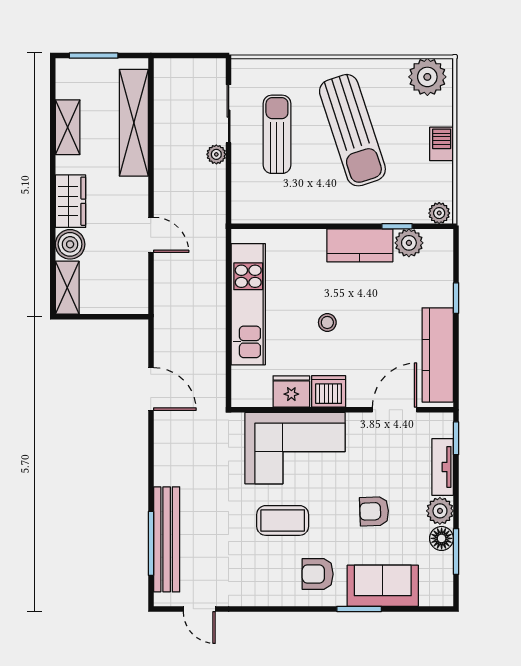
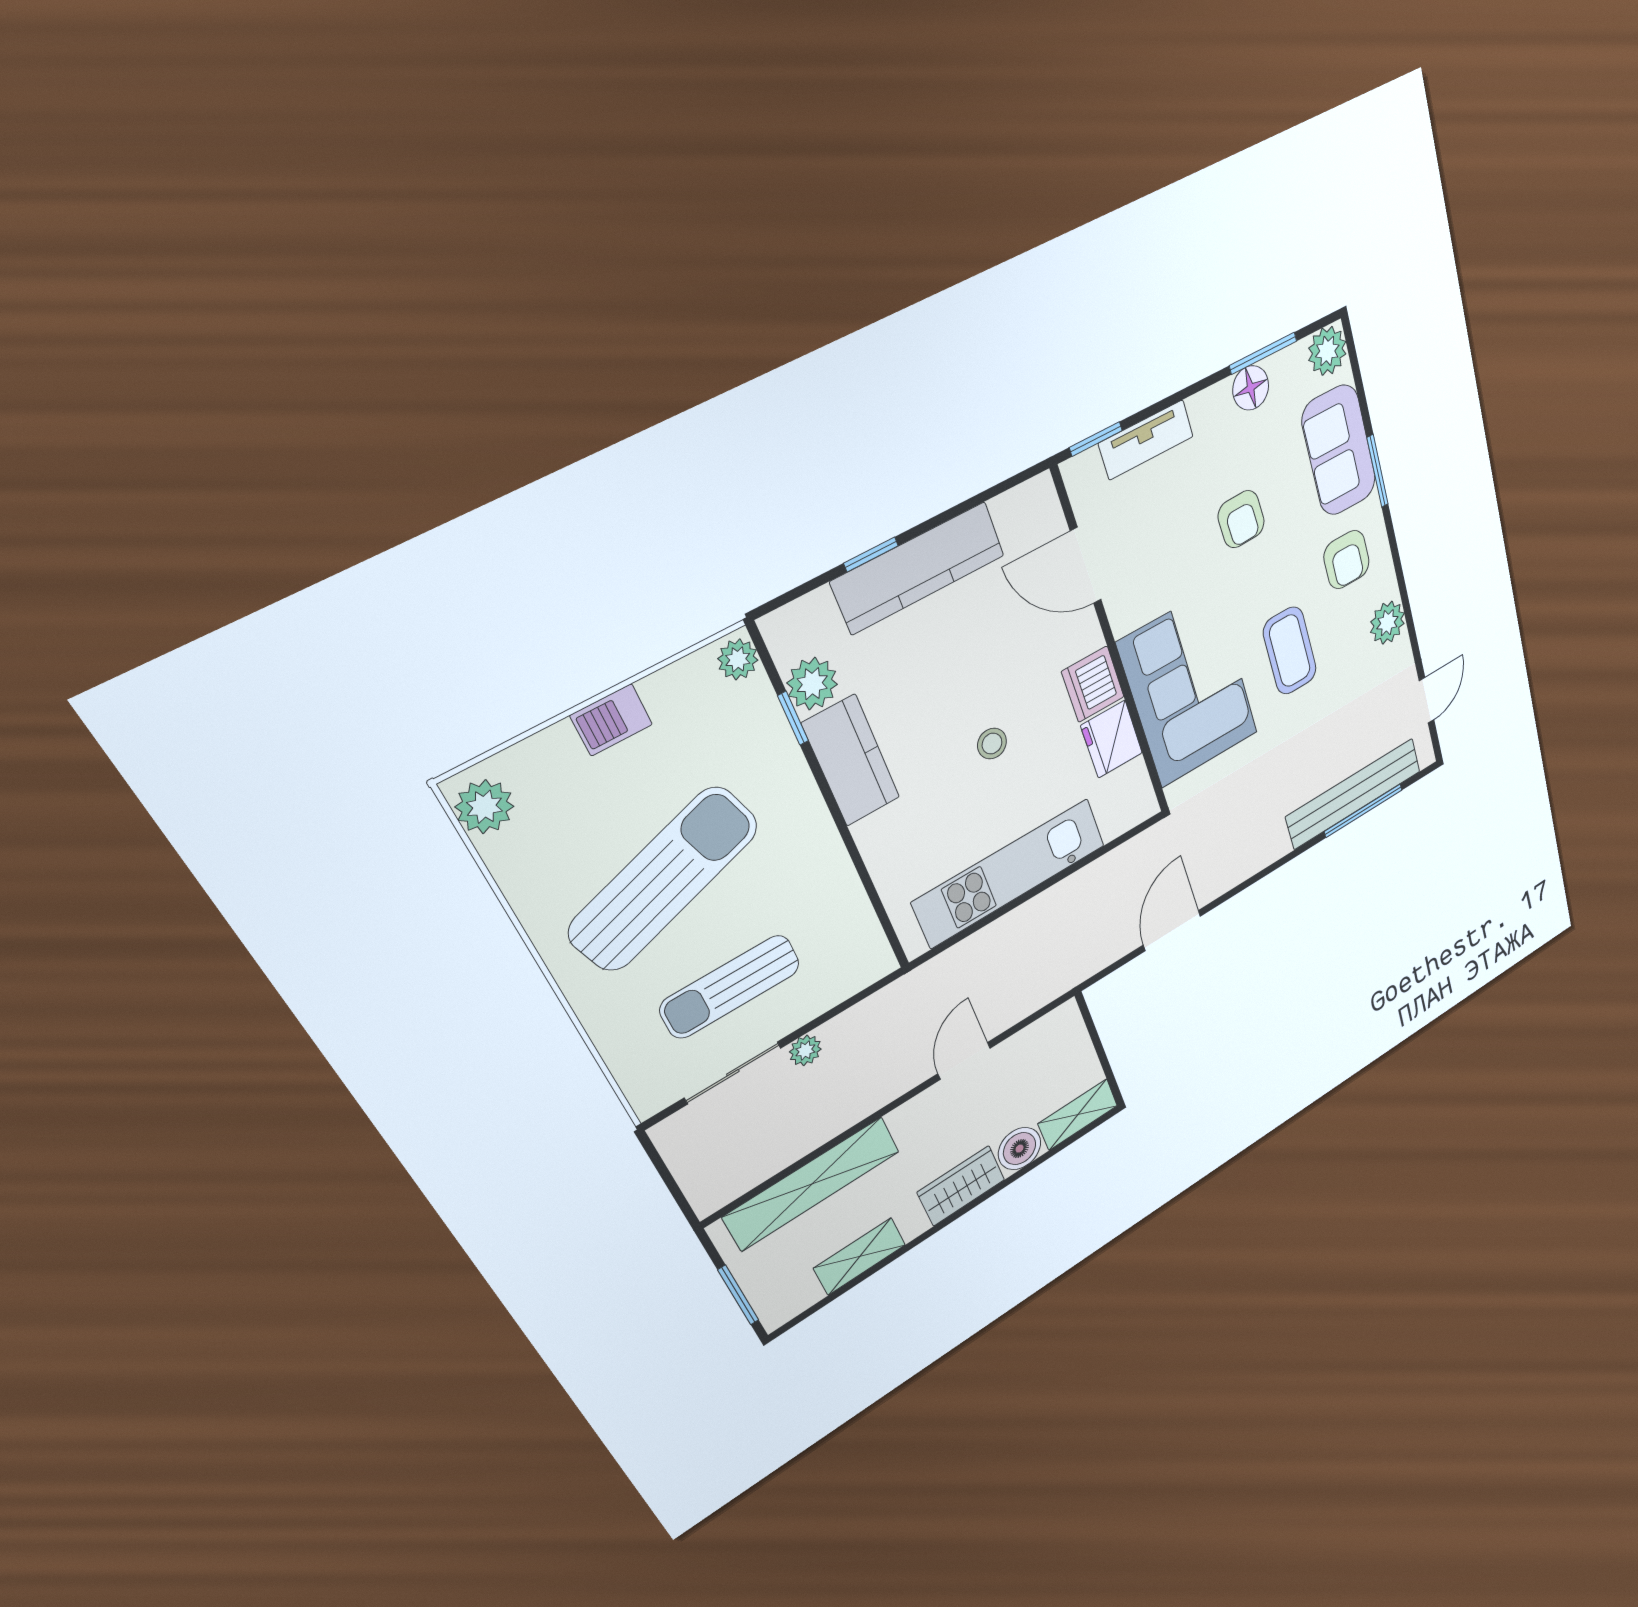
plant: (427, 77) -> (484, 807), width x0.73, depth x0.73
kitchen counter: (438, 355) -> (918, 568), moved
plant: (440, 511) -> (1327, 351), moved
plant: (265, 593) -> (1387, 623), added

